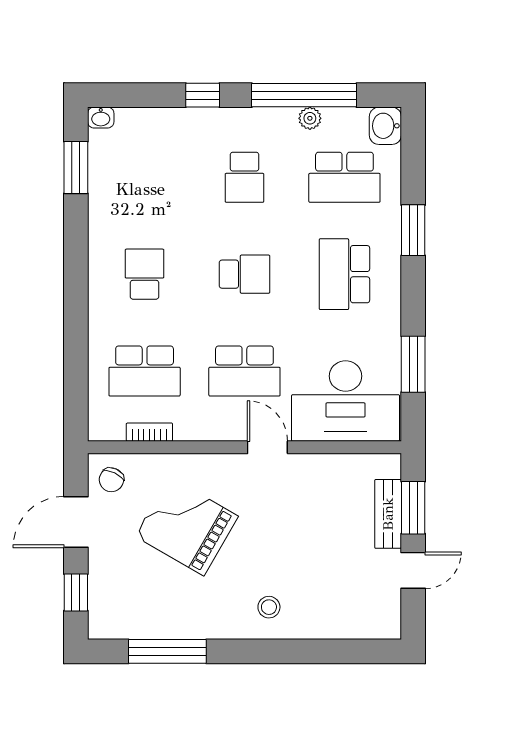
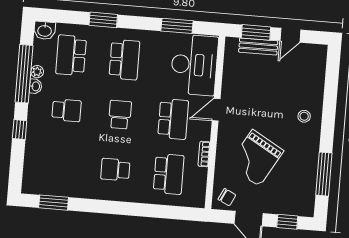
washbasin: (101, 118) -> (35, 86), moved
school desk: (344, 177) -> (71, 55), turned 180
school desk: (344, 274) -> (124, 60), turned -90
bookcase: (149, 432) -> (204, 154), moved
door: (413, 570) -> (290, 35), swing flipped

